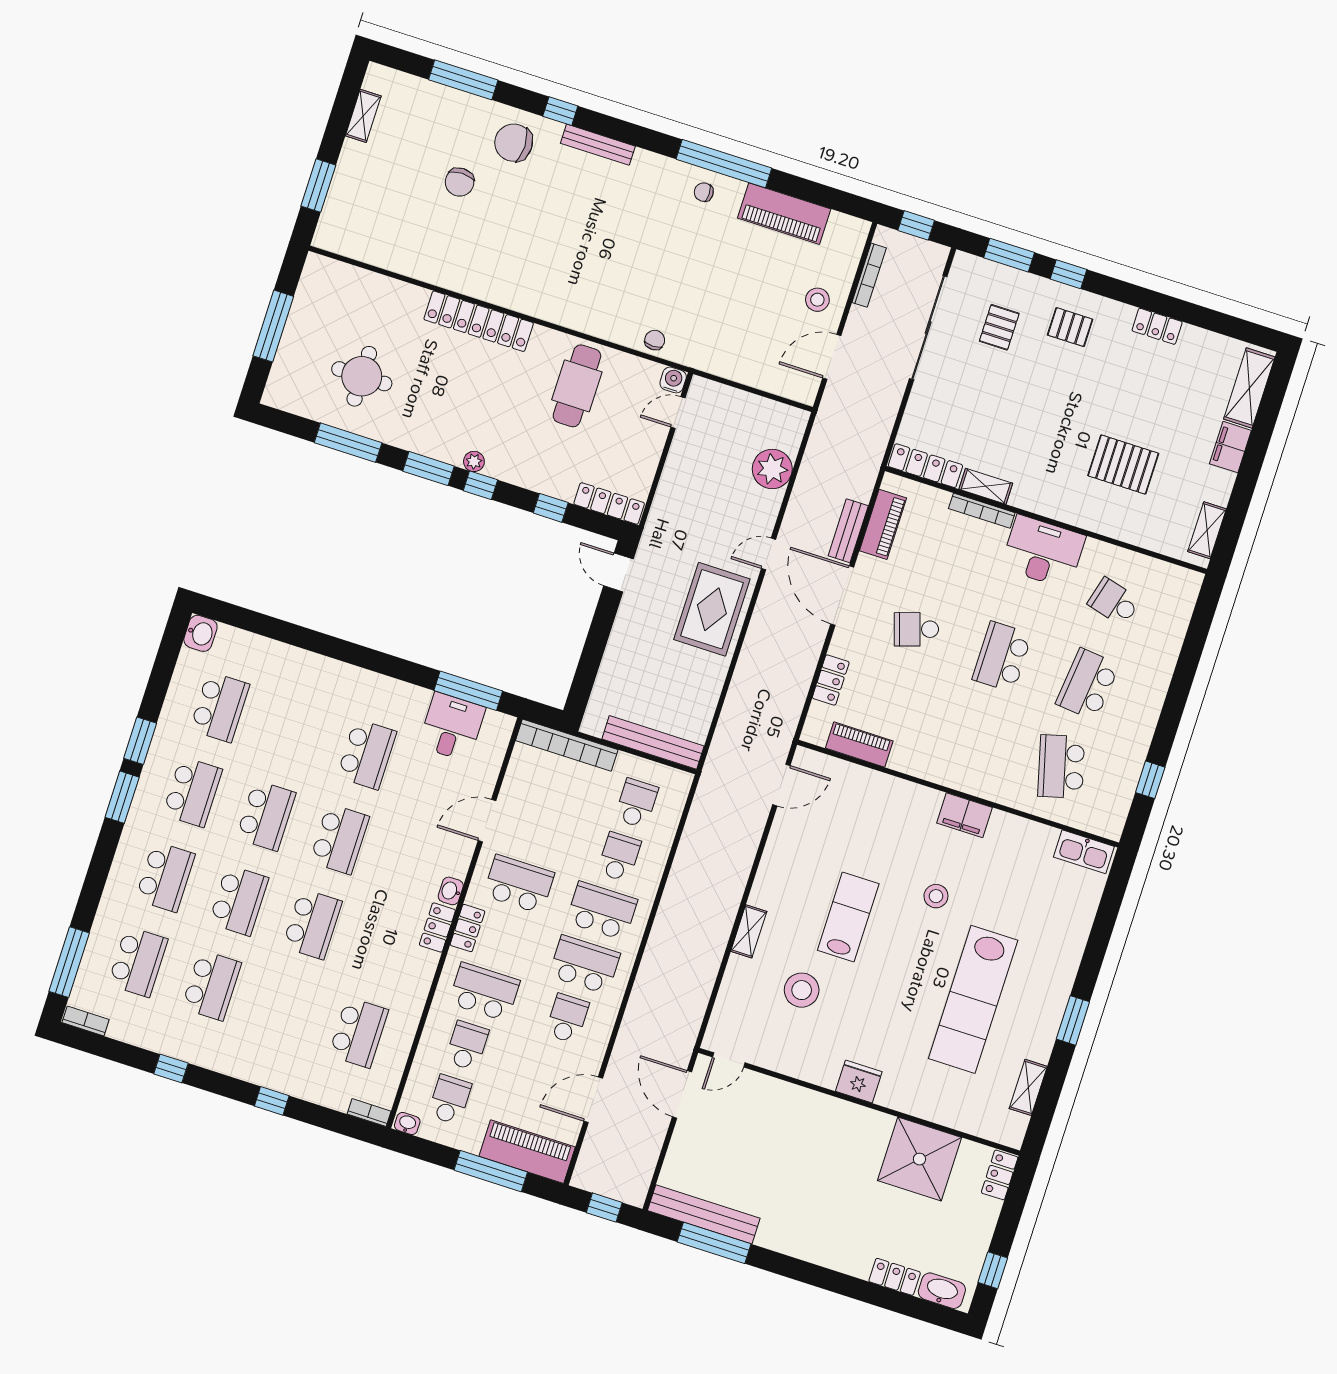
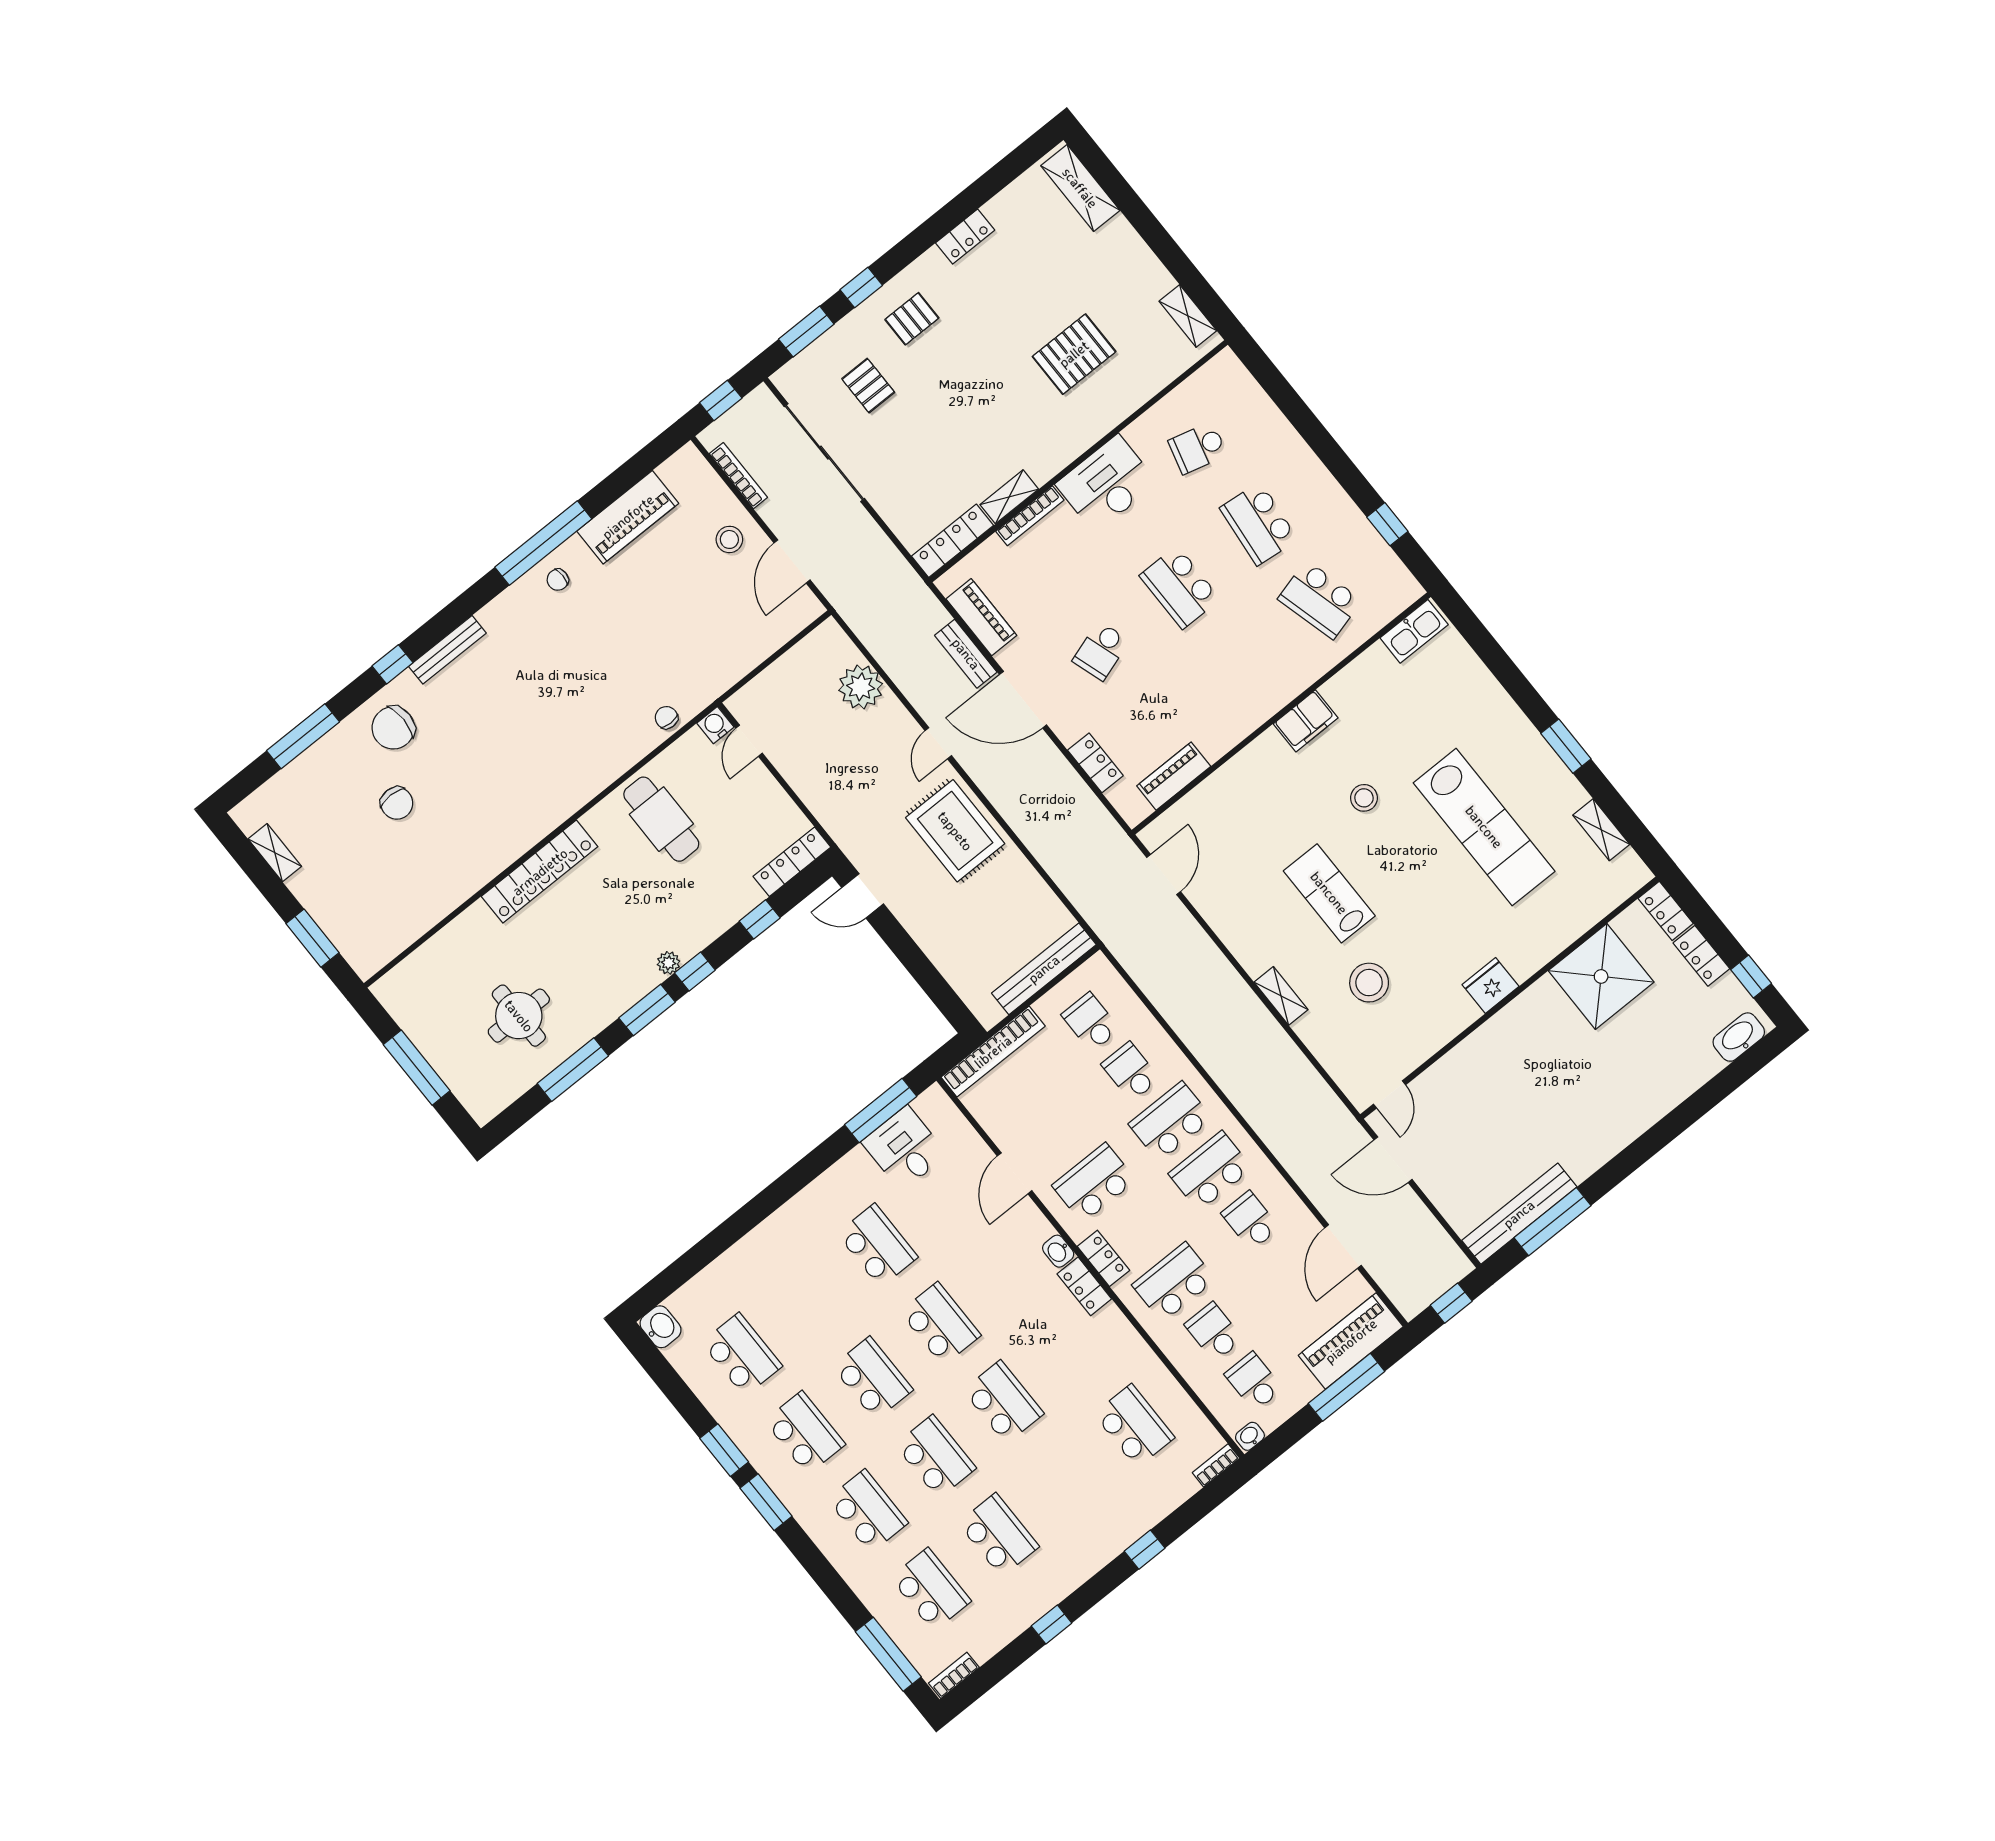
filing cabinet: (1230, 447) -> (1124, 242), removed
locker: (895, 1277) -> (1701, 956), moved, turned -90

